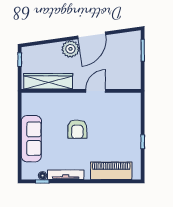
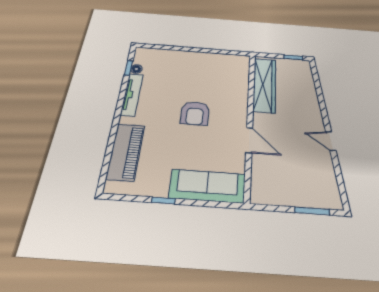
door: (92, 35) -> (331, 141), width x0.53
plant: (70, 49) -> (310, 114), removed
armchair: (77, 129) -> (195, 113), turned -90
sofa: (31, 139) -> (207, 186), moved, turned 180

